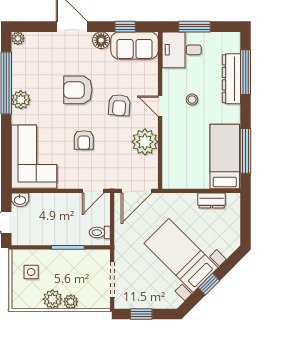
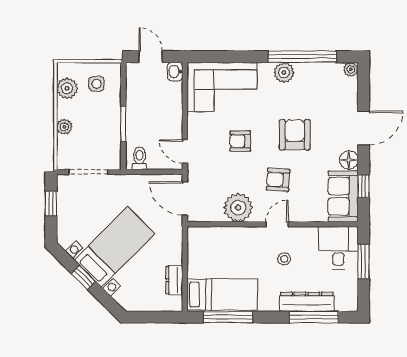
plant: (53, 299) -> (67, 88), moved

